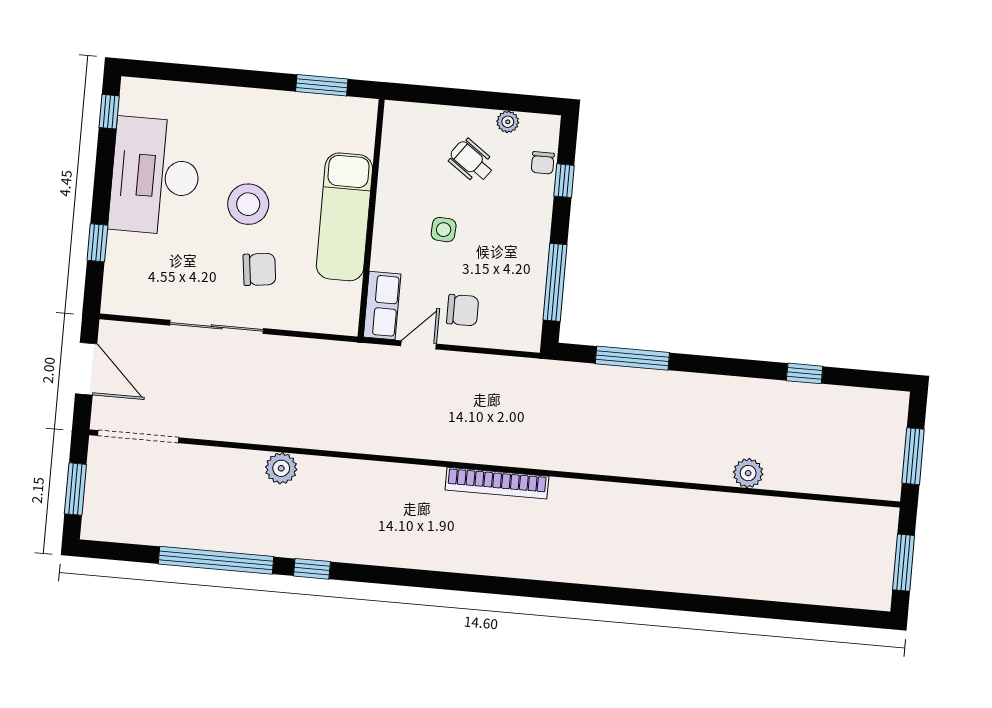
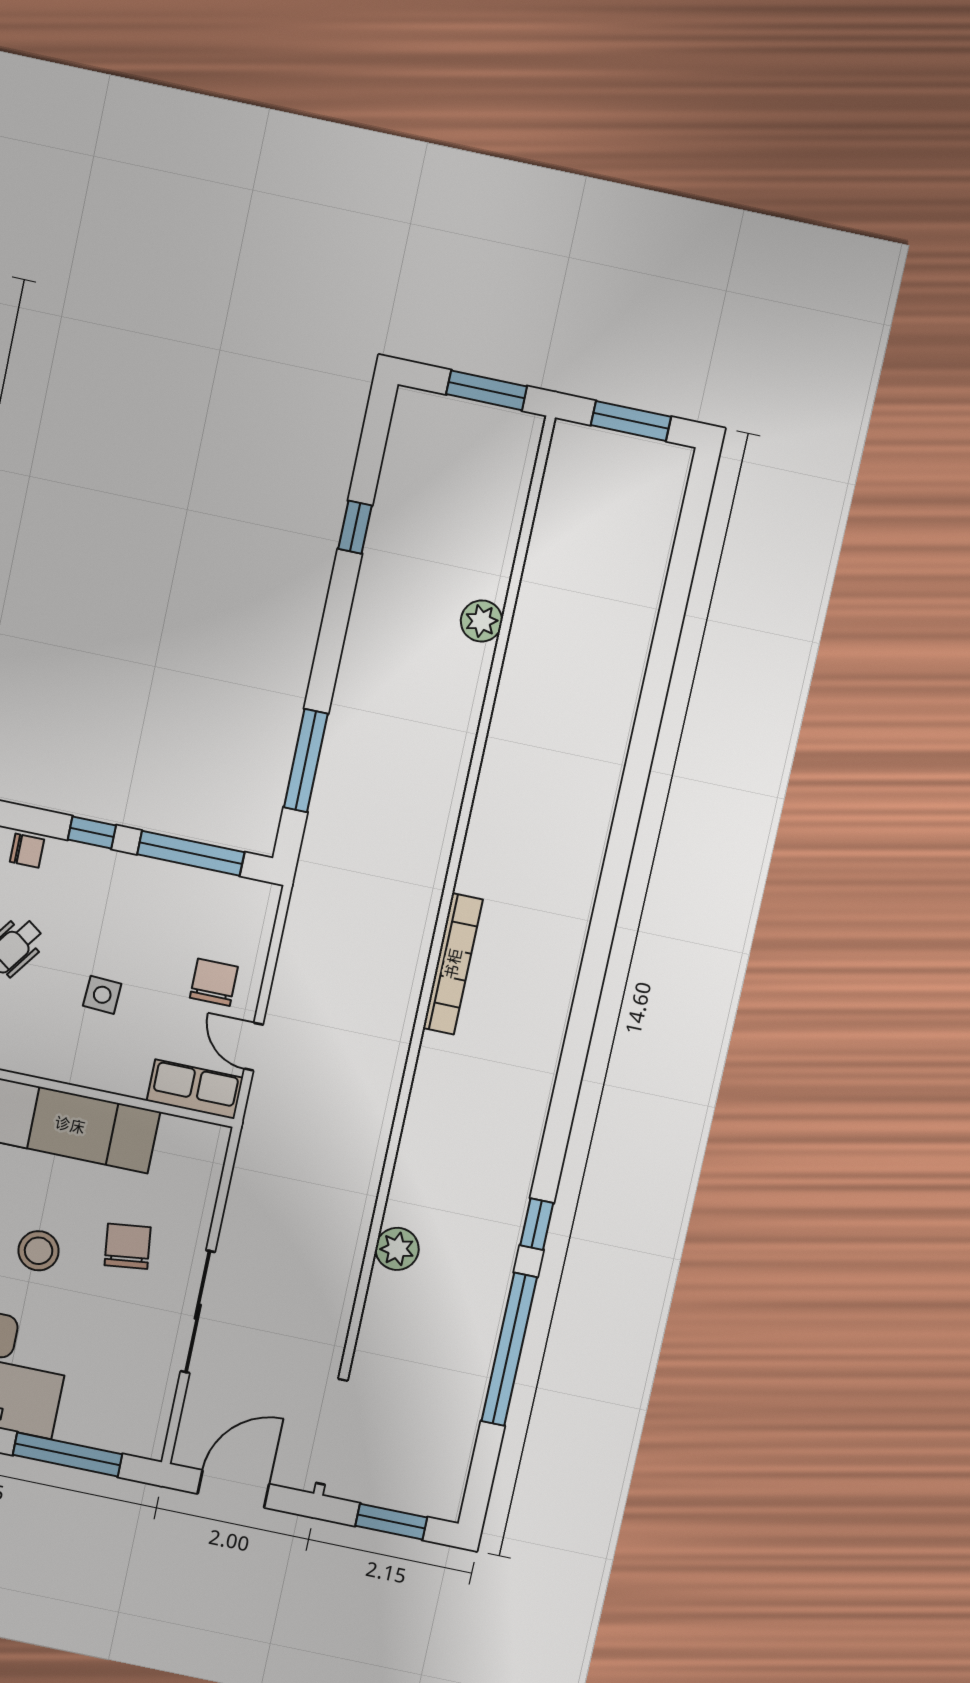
window: (564, 181) -> (92, 832), moved
stool: (248, 204) -> (39, 1251), width x0.73, depth x0.73
window: (97, 243) -> (68, 1455), width x2.17

